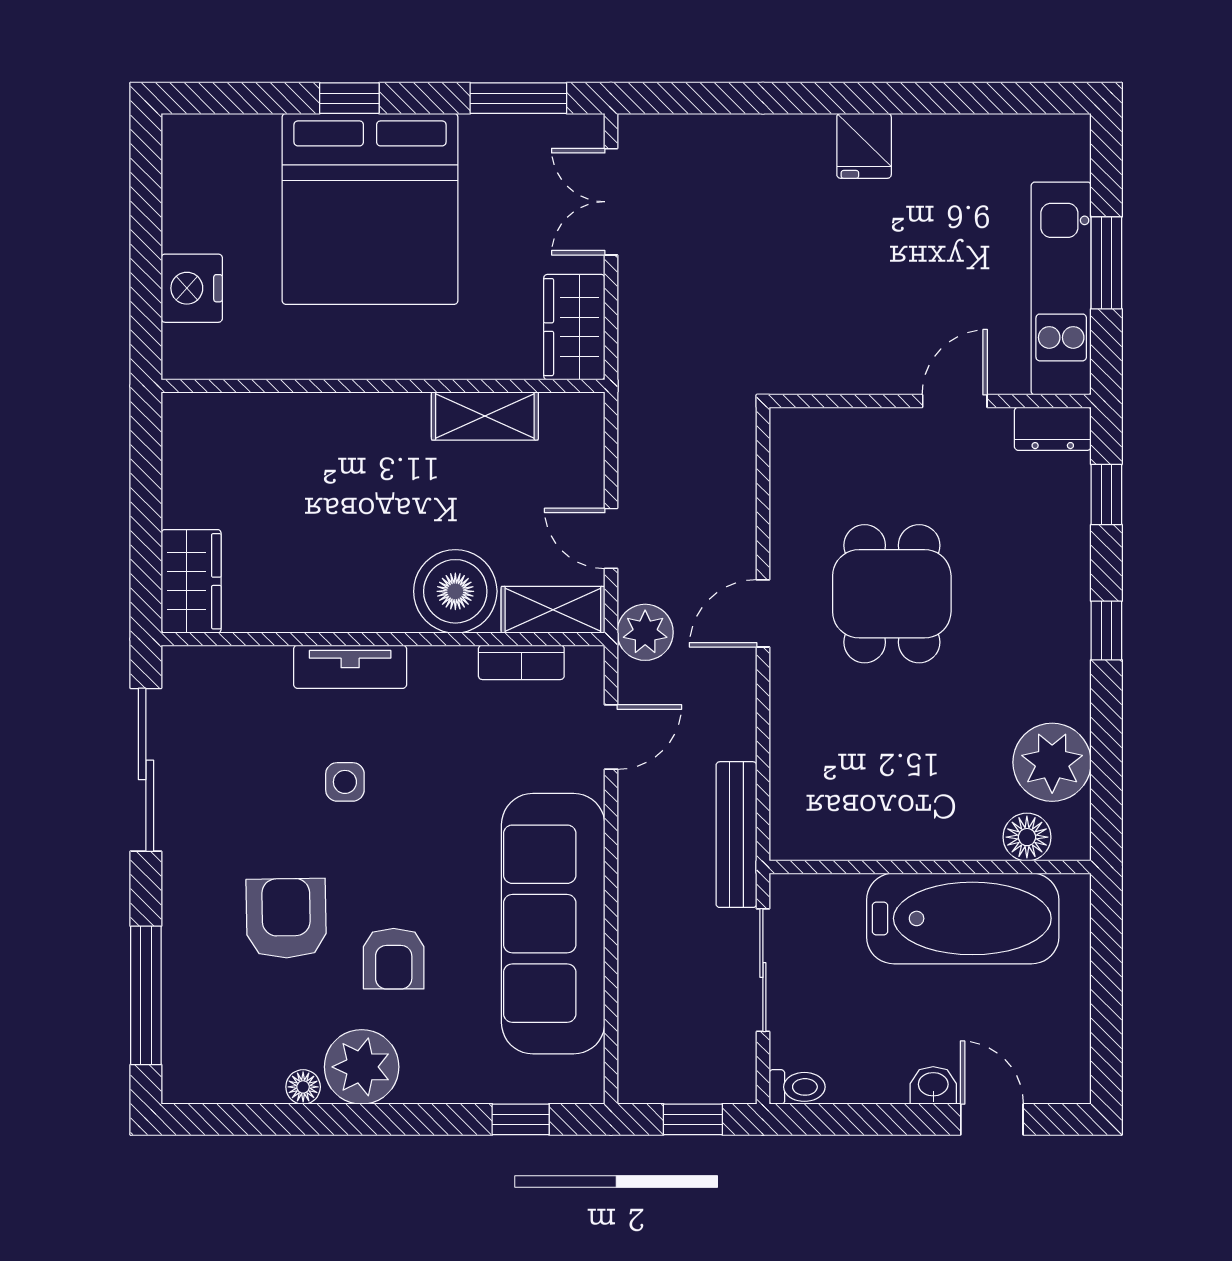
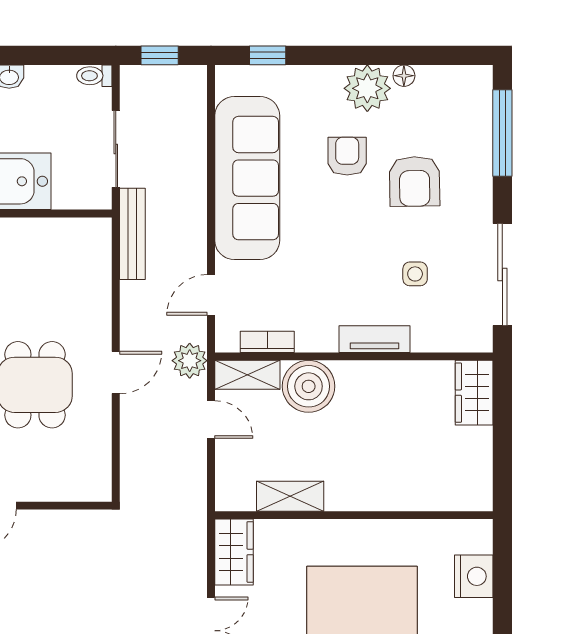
side table: (345, 782) -> (415, 274), moved

